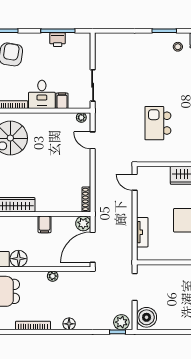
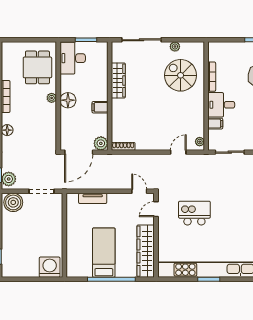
door: (154, 164) -> (156, 209), added
door: (135, 182) -> (139, 191), hinge flipped
door: (93, 247) -> (79, 152), swing flipped
floor lamp: (19, 259) -> (68, 100), moved
plant: (53, 276) -> (52, 98), moved

